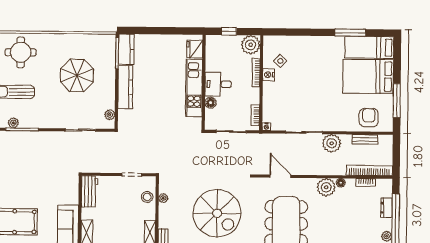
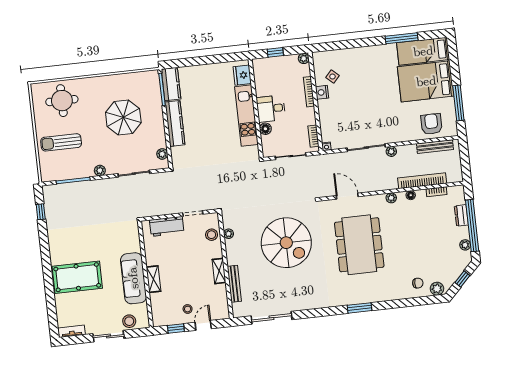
plant: (251, 45) -> (304, 58), width x0.53, depth x0.53
plant: (13, 123) -> (100, 171), moved
bench: (365, 139) -> (435, 147), width x1.36
plant: (332, 143) -> (391, 151), width x0.53, depth x0.53
bookcase: (369, 170) -> (422, 181), moved
plant: (326, 187) -> (391, 198), width x0.53, depth x0.53
workbench: (90, 191) -> (167, 226), moved, turned 90

